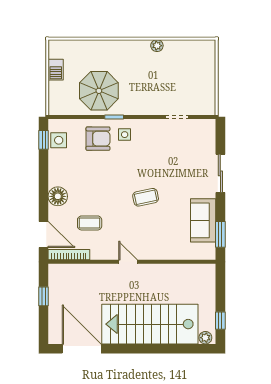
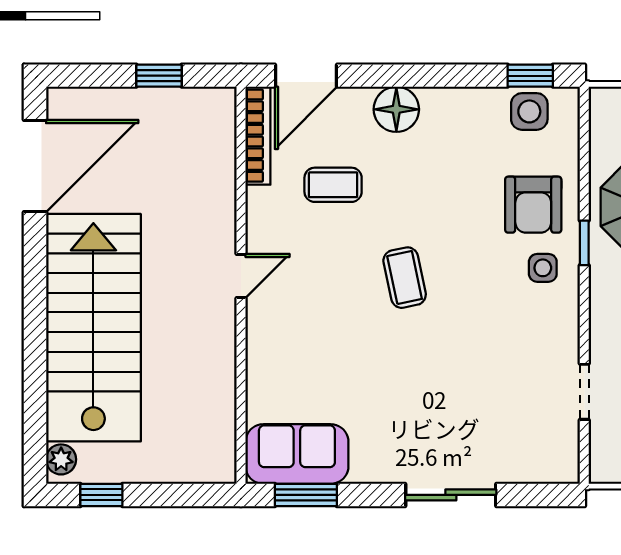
coffee table: (146, 197) -> (405, 278), moved
sofa: (203, 220) -> (297, 454), moved
coffee table: (90, 223) -> (333, 185), turned 90

